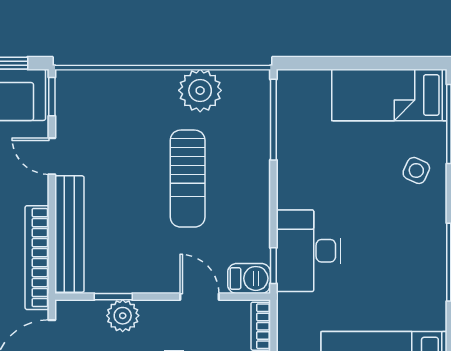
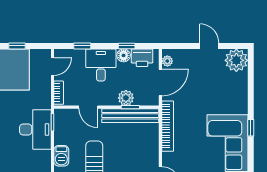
bench: (69, 234) -> (130, 116), moved, turned 90
barbecue: (249, 278) -> (61, 156), moved, turned -90

